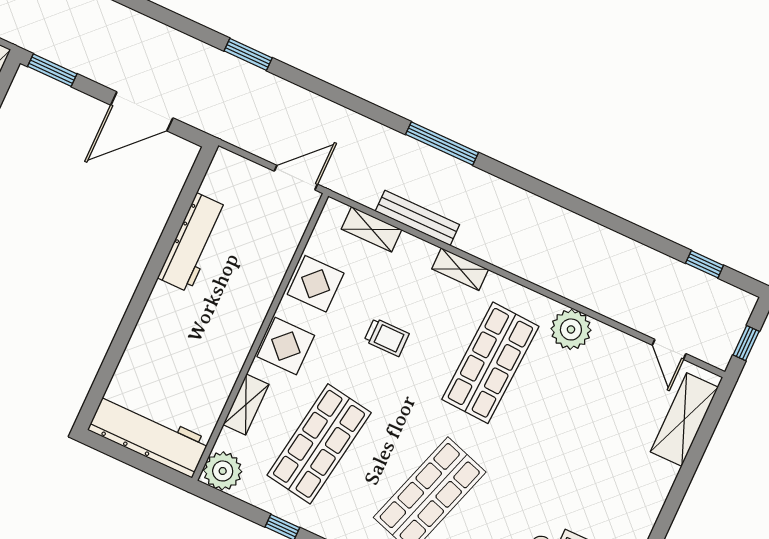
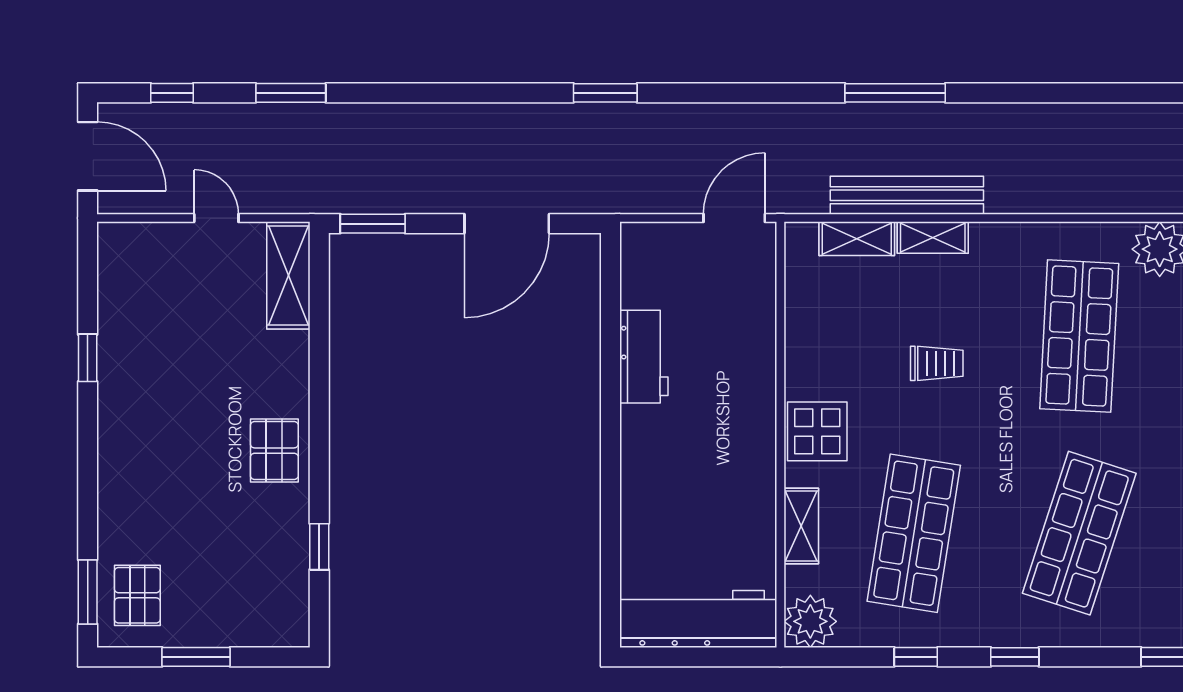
bench: (417, 218) -> (907, 195), width x1.37, depth x1.21
workbench: (193, 243) -> (644, 357), width x0.73
shelving: (460, 269) -> (933, 238), moved
display table: (316, 284) -> (819, 338), removed

